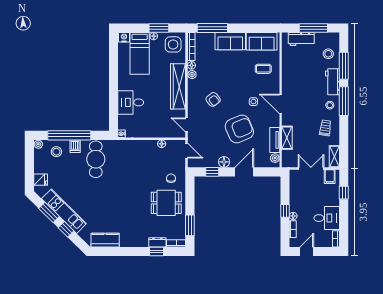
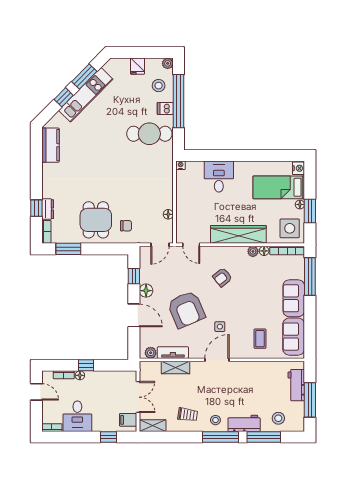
door: (187, 125) -> (191, 245), swing flipped
fridge: (41, 180) -> (137, 66), moved

